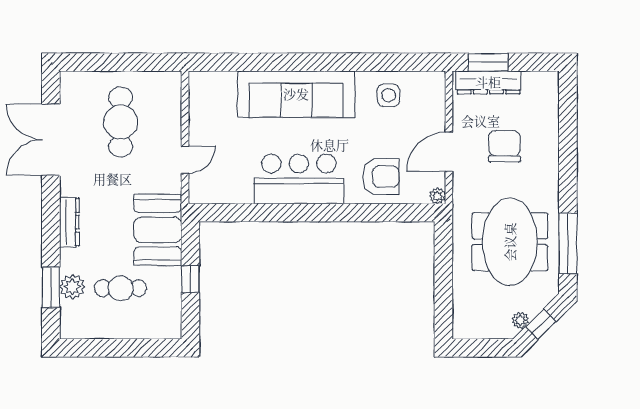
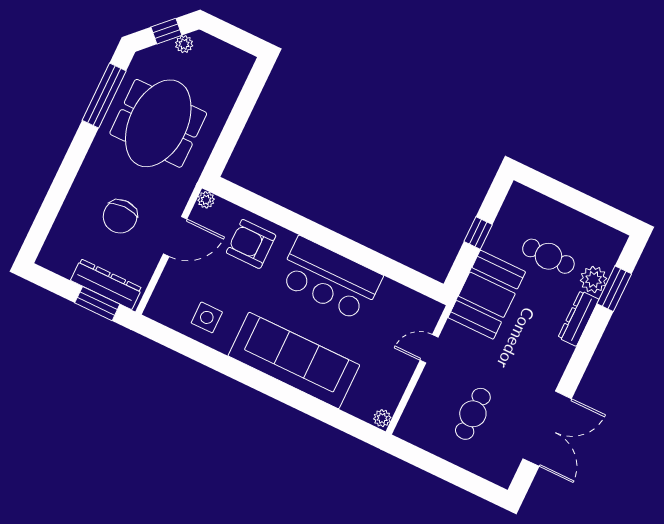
plant: (197, 81) -> (382, 418), added
cafe table: (121, 122) -> (473, 414), width x0.73, depth x0.74
dresser: (69, 222) -> (578, 318), moved

